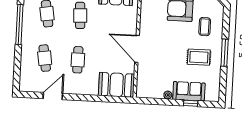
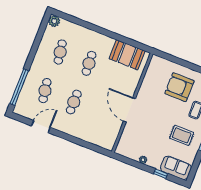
window: (19, 24) -> (19, 87), moved
booth: (117, 85) -> (101, 136), removed
sofa: (189, 91) -> (176, 168), moved

